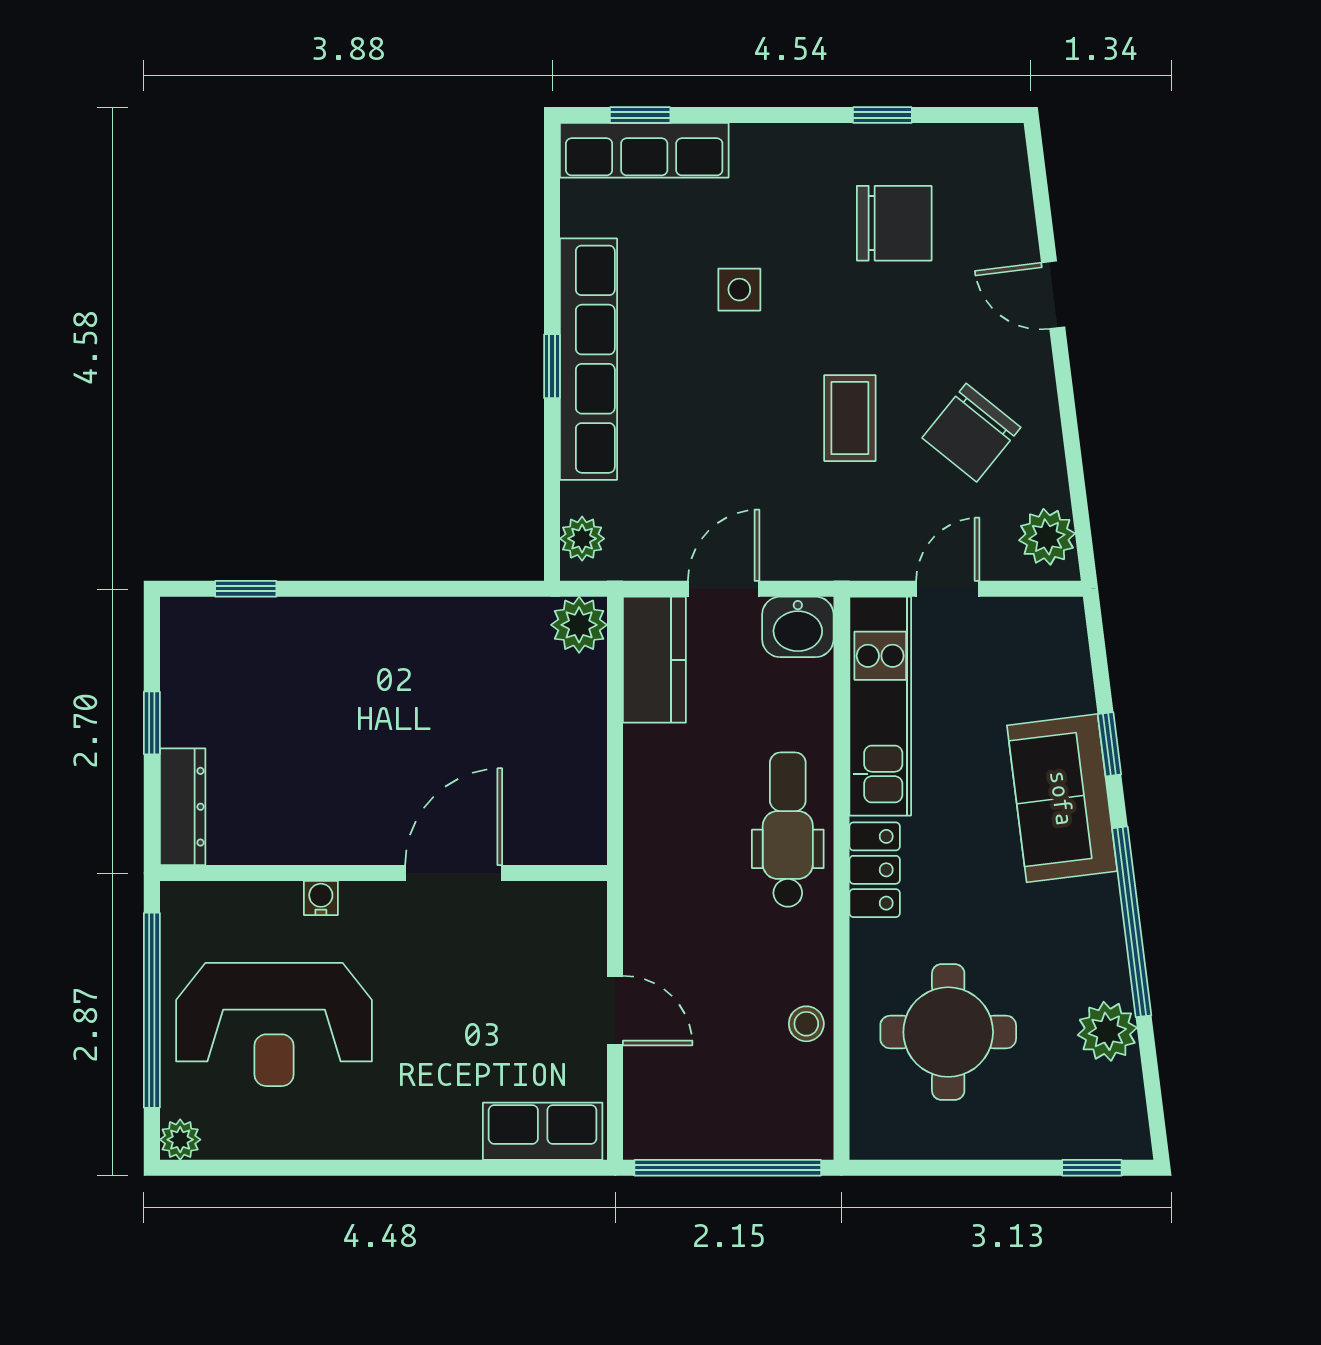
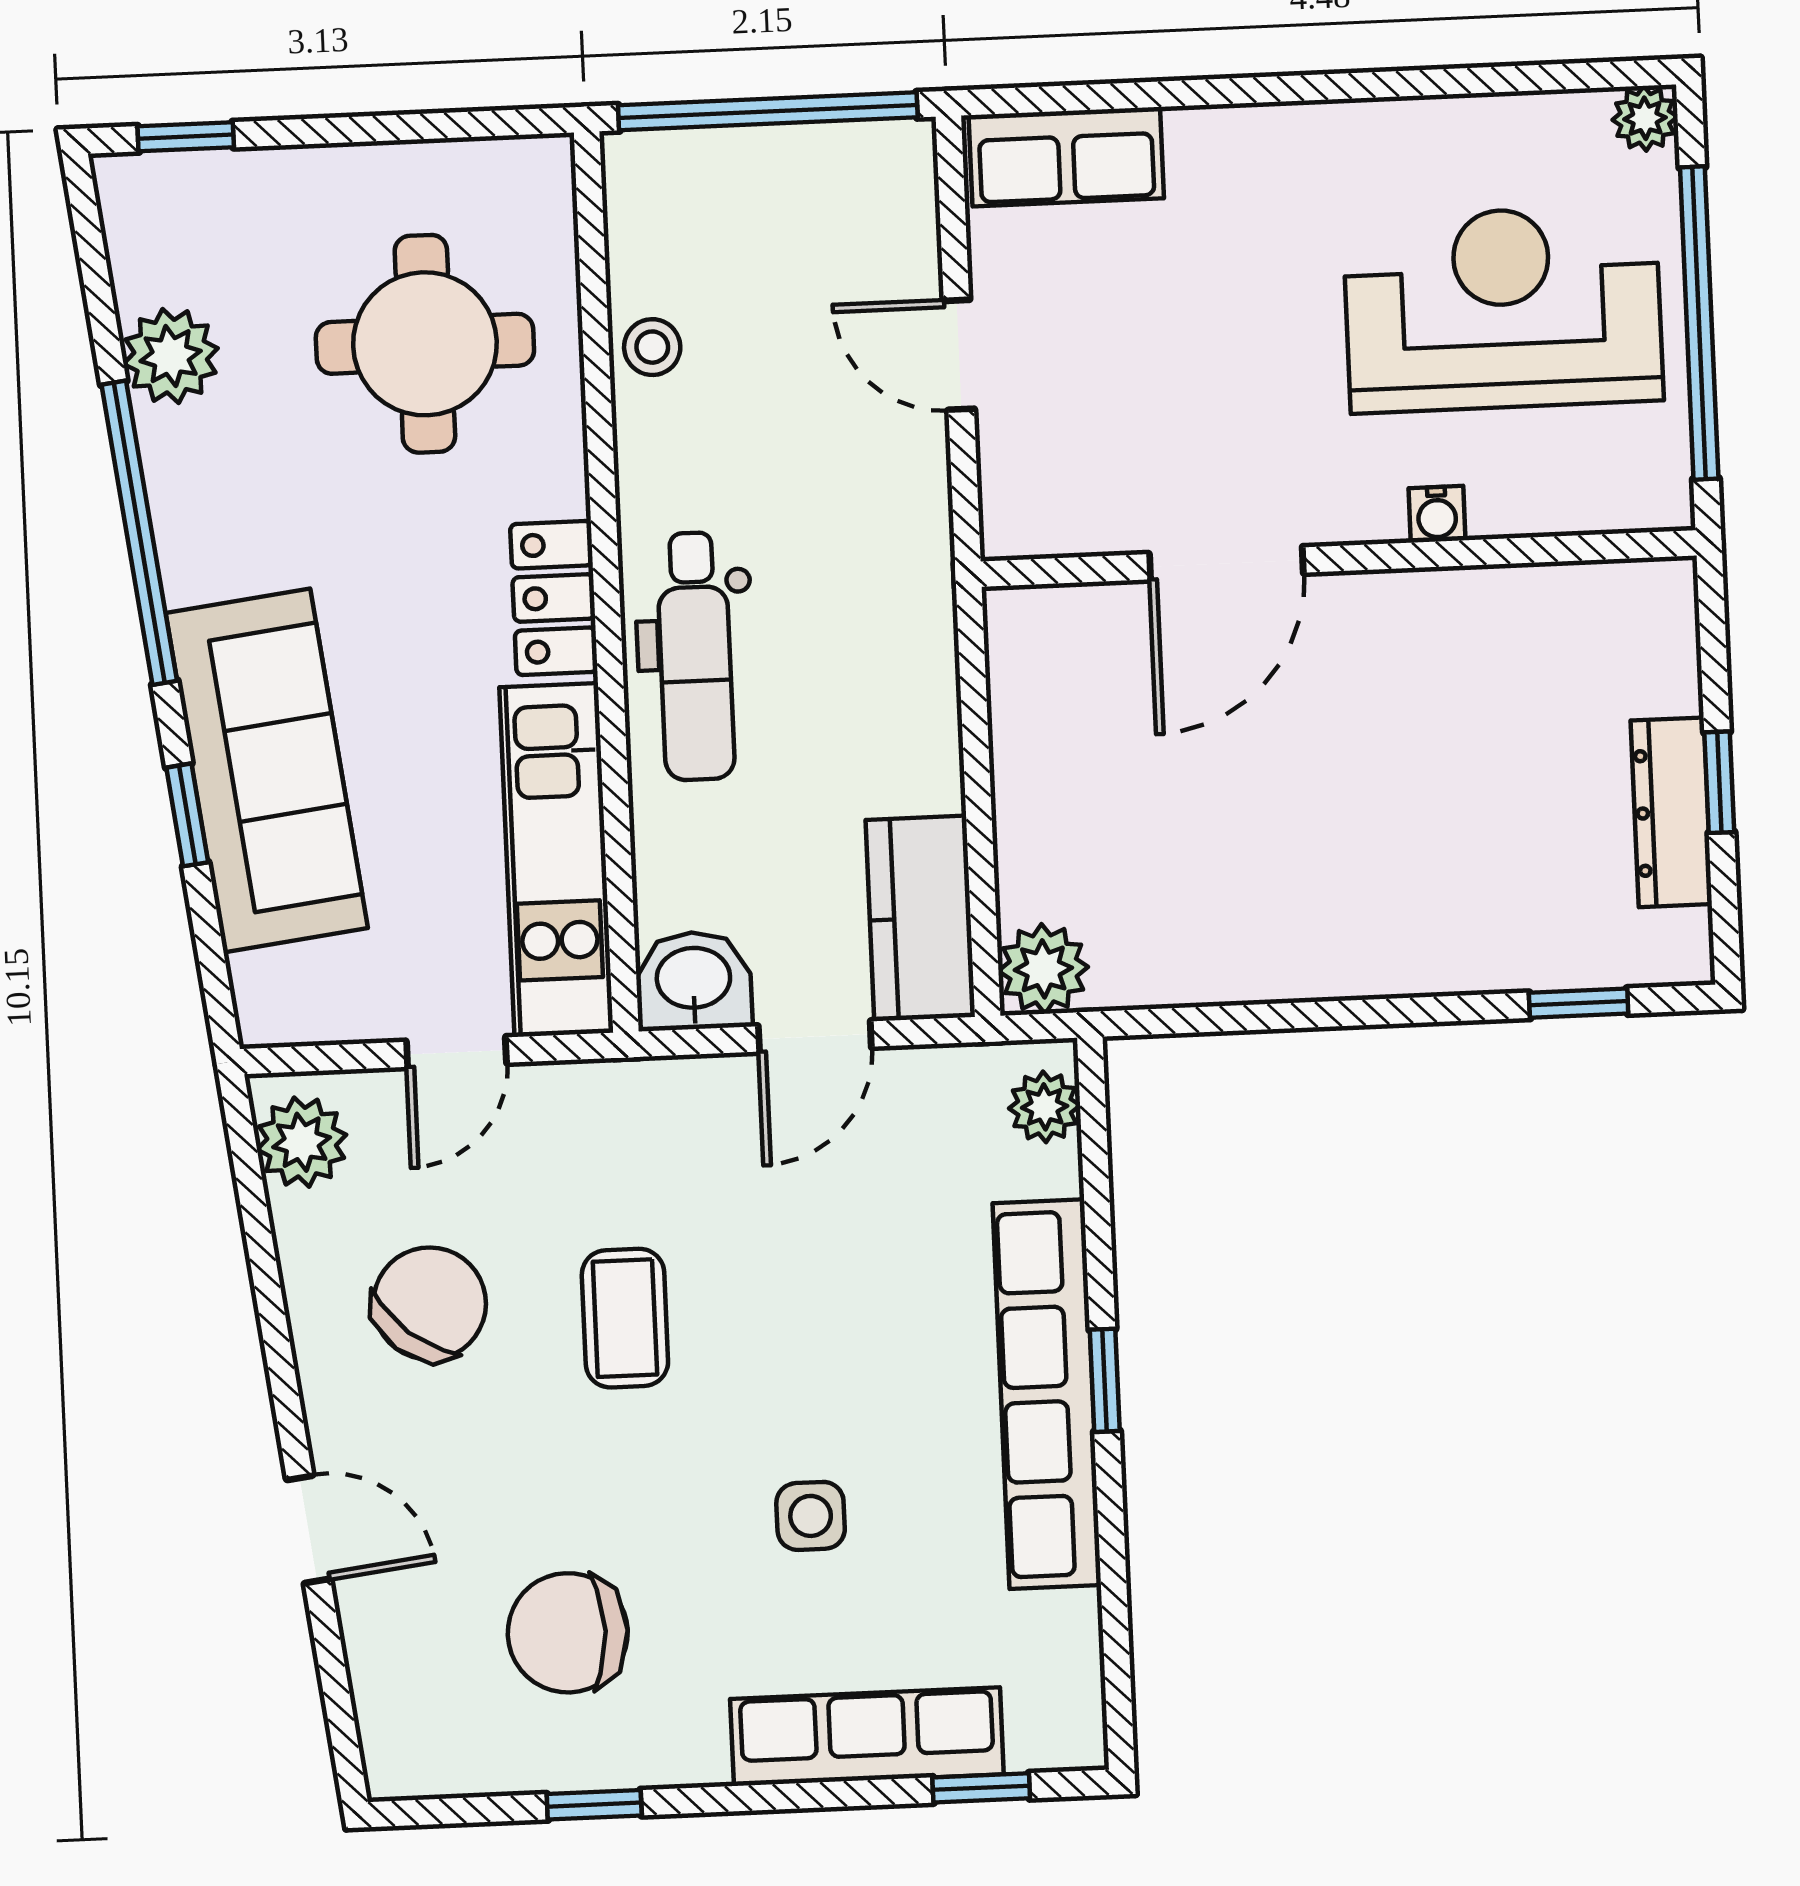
row of seats: (644, 150) -> (867, 1737), moved
sofa: (1062, 798) -> (267, 771), width x1.36
dresser: (183, 807) -> (1671, 812), moved

